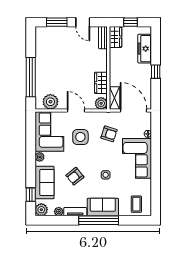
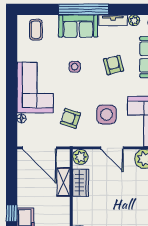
window: (156, 72) -> (12, 213), moved
shelving: (114, 98) -> (64, 182), moved
armchair: (75, 176) -> (113, 65), turned -65

